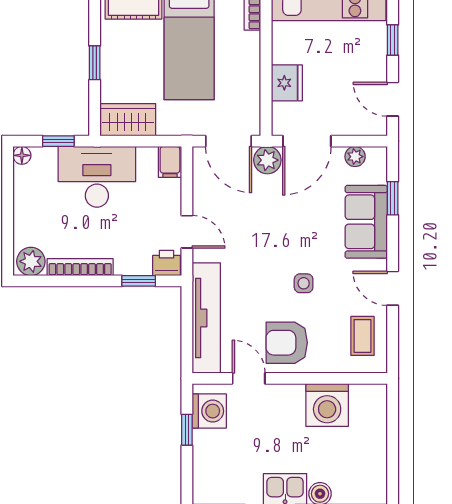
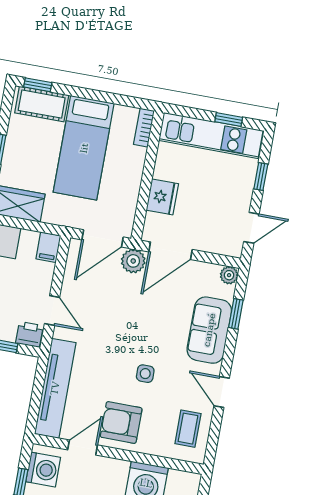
door: (393, 99) -> (251, 228), swing flipped
door: (229, 141) -> (103, 238), hinge flipped
plant: (355, 157) -> (229, 275), moved
door: (249, 378) -> (83, 447), hinge flipped

